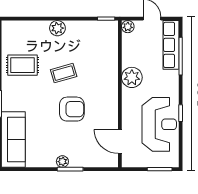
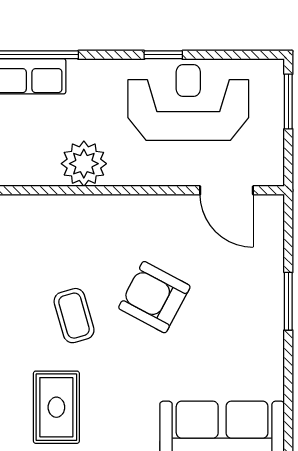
armchair: (72, 109) -> (154, 297), turned -62
door: (120, 141) -> (227, 190), hinge flipped
plant: (62, 162) -> (271, 318), removed

